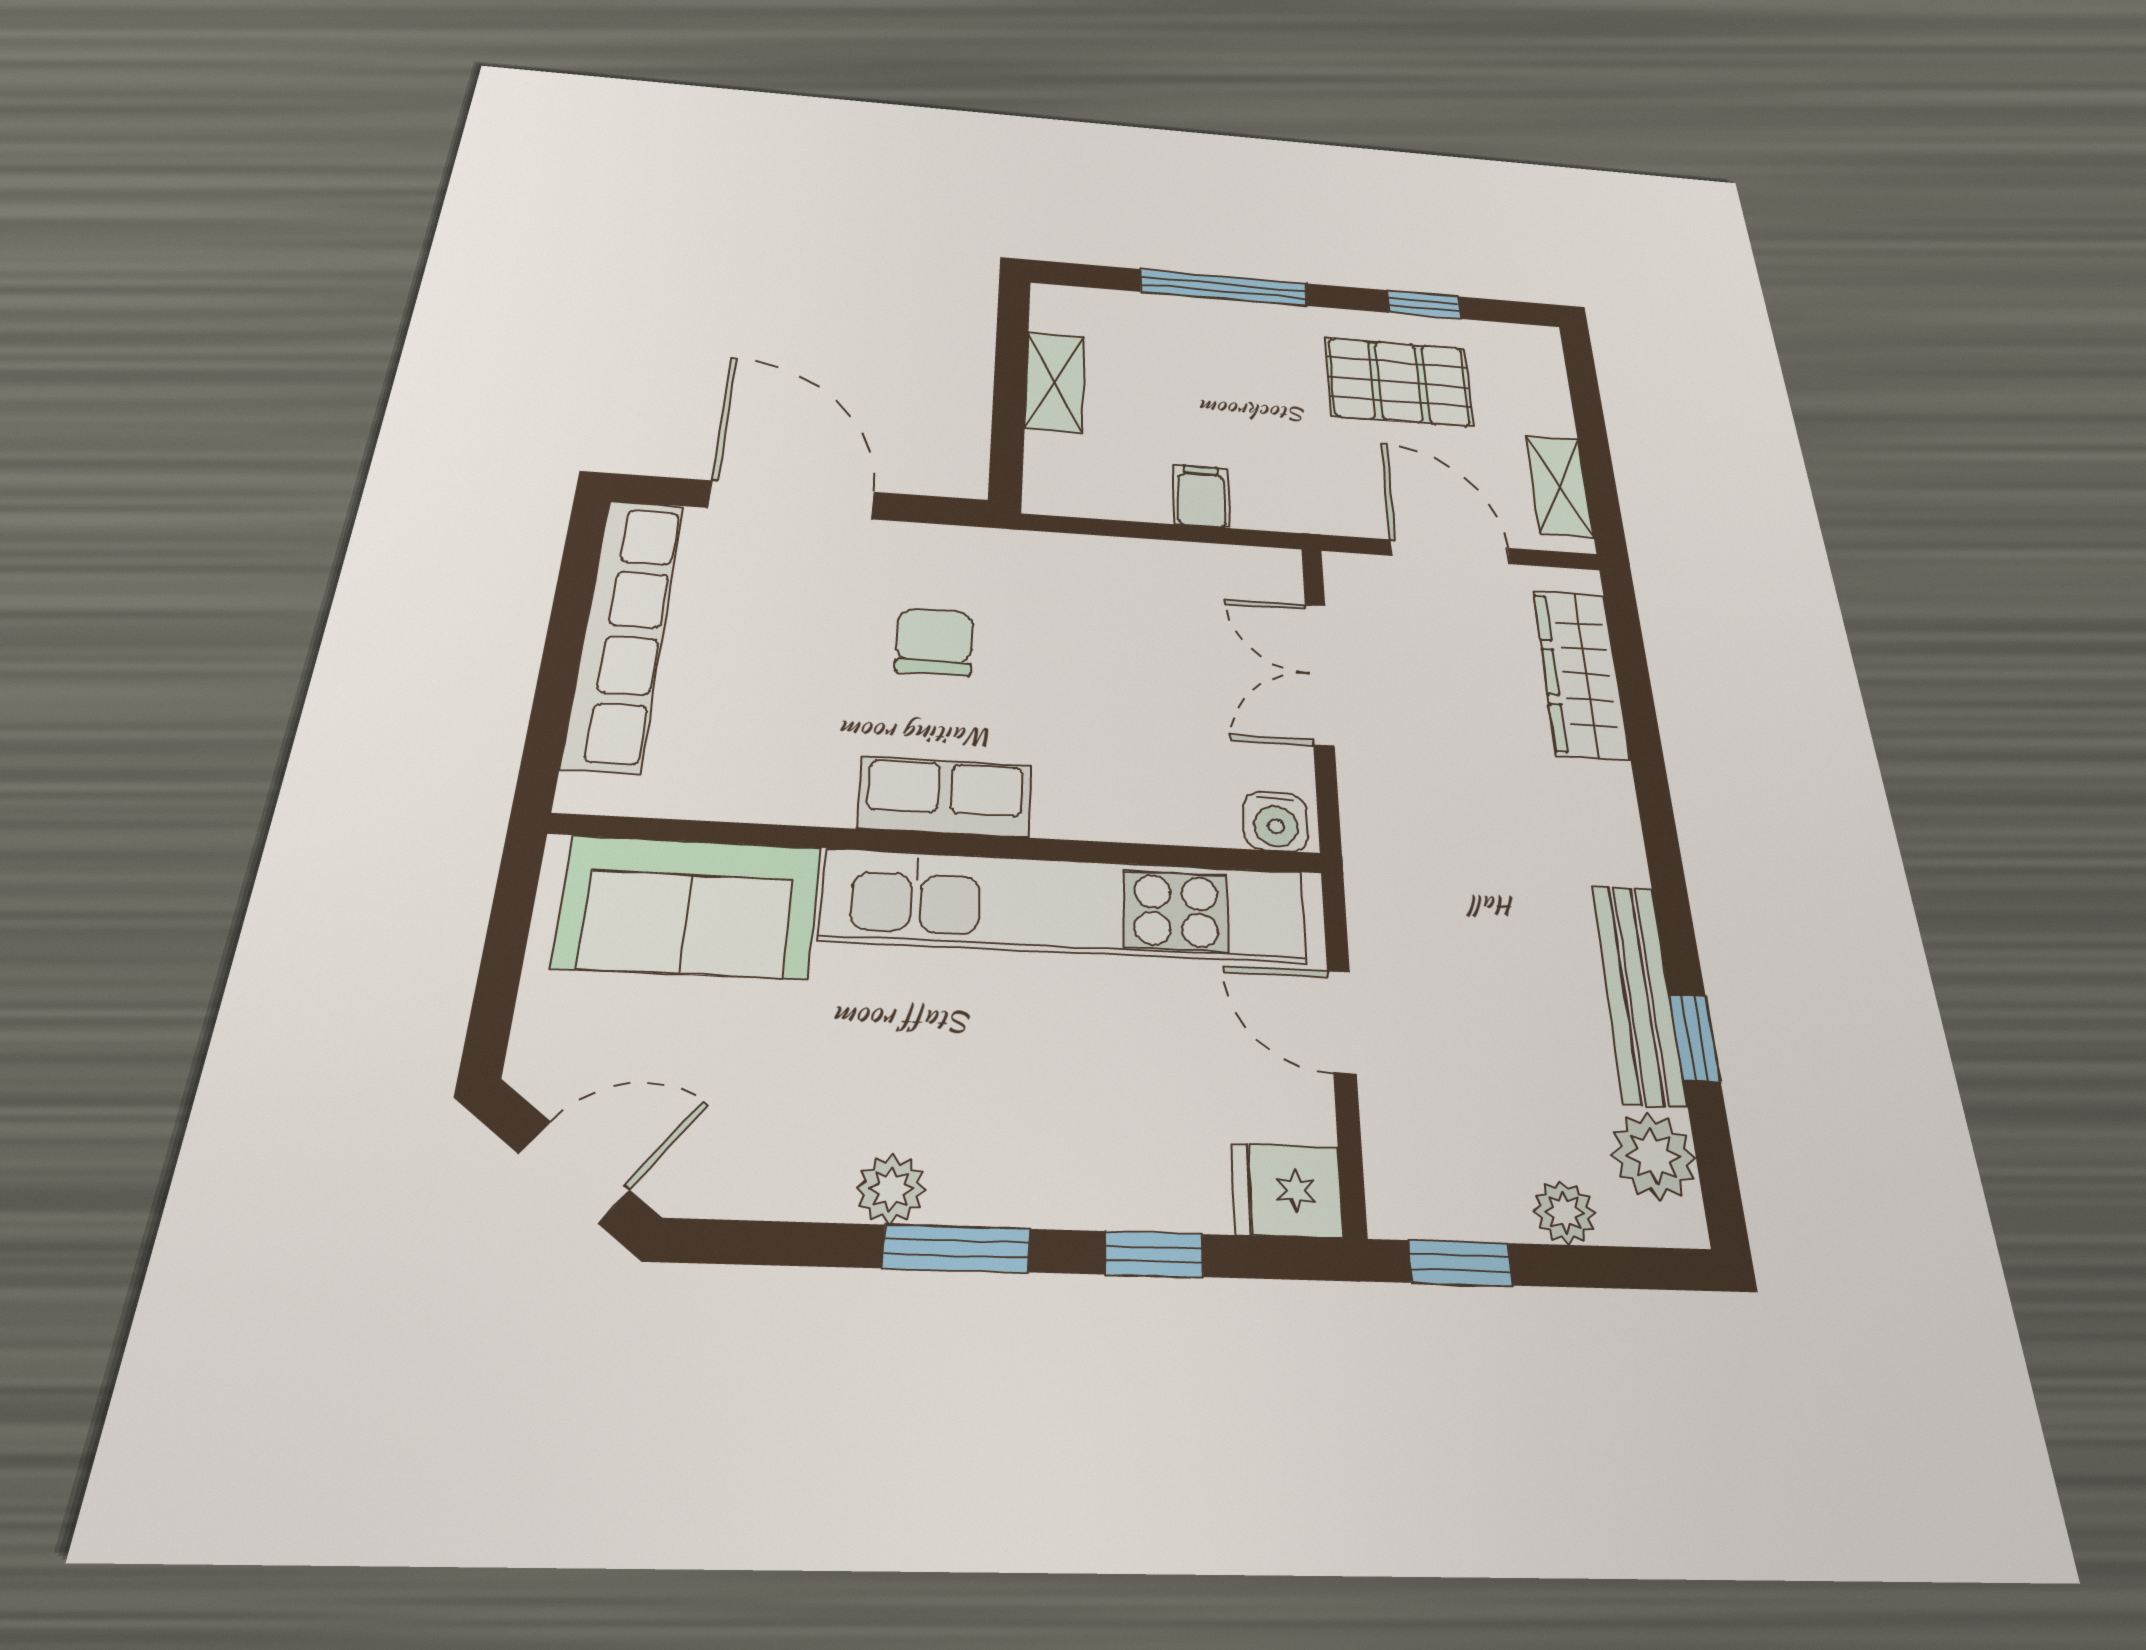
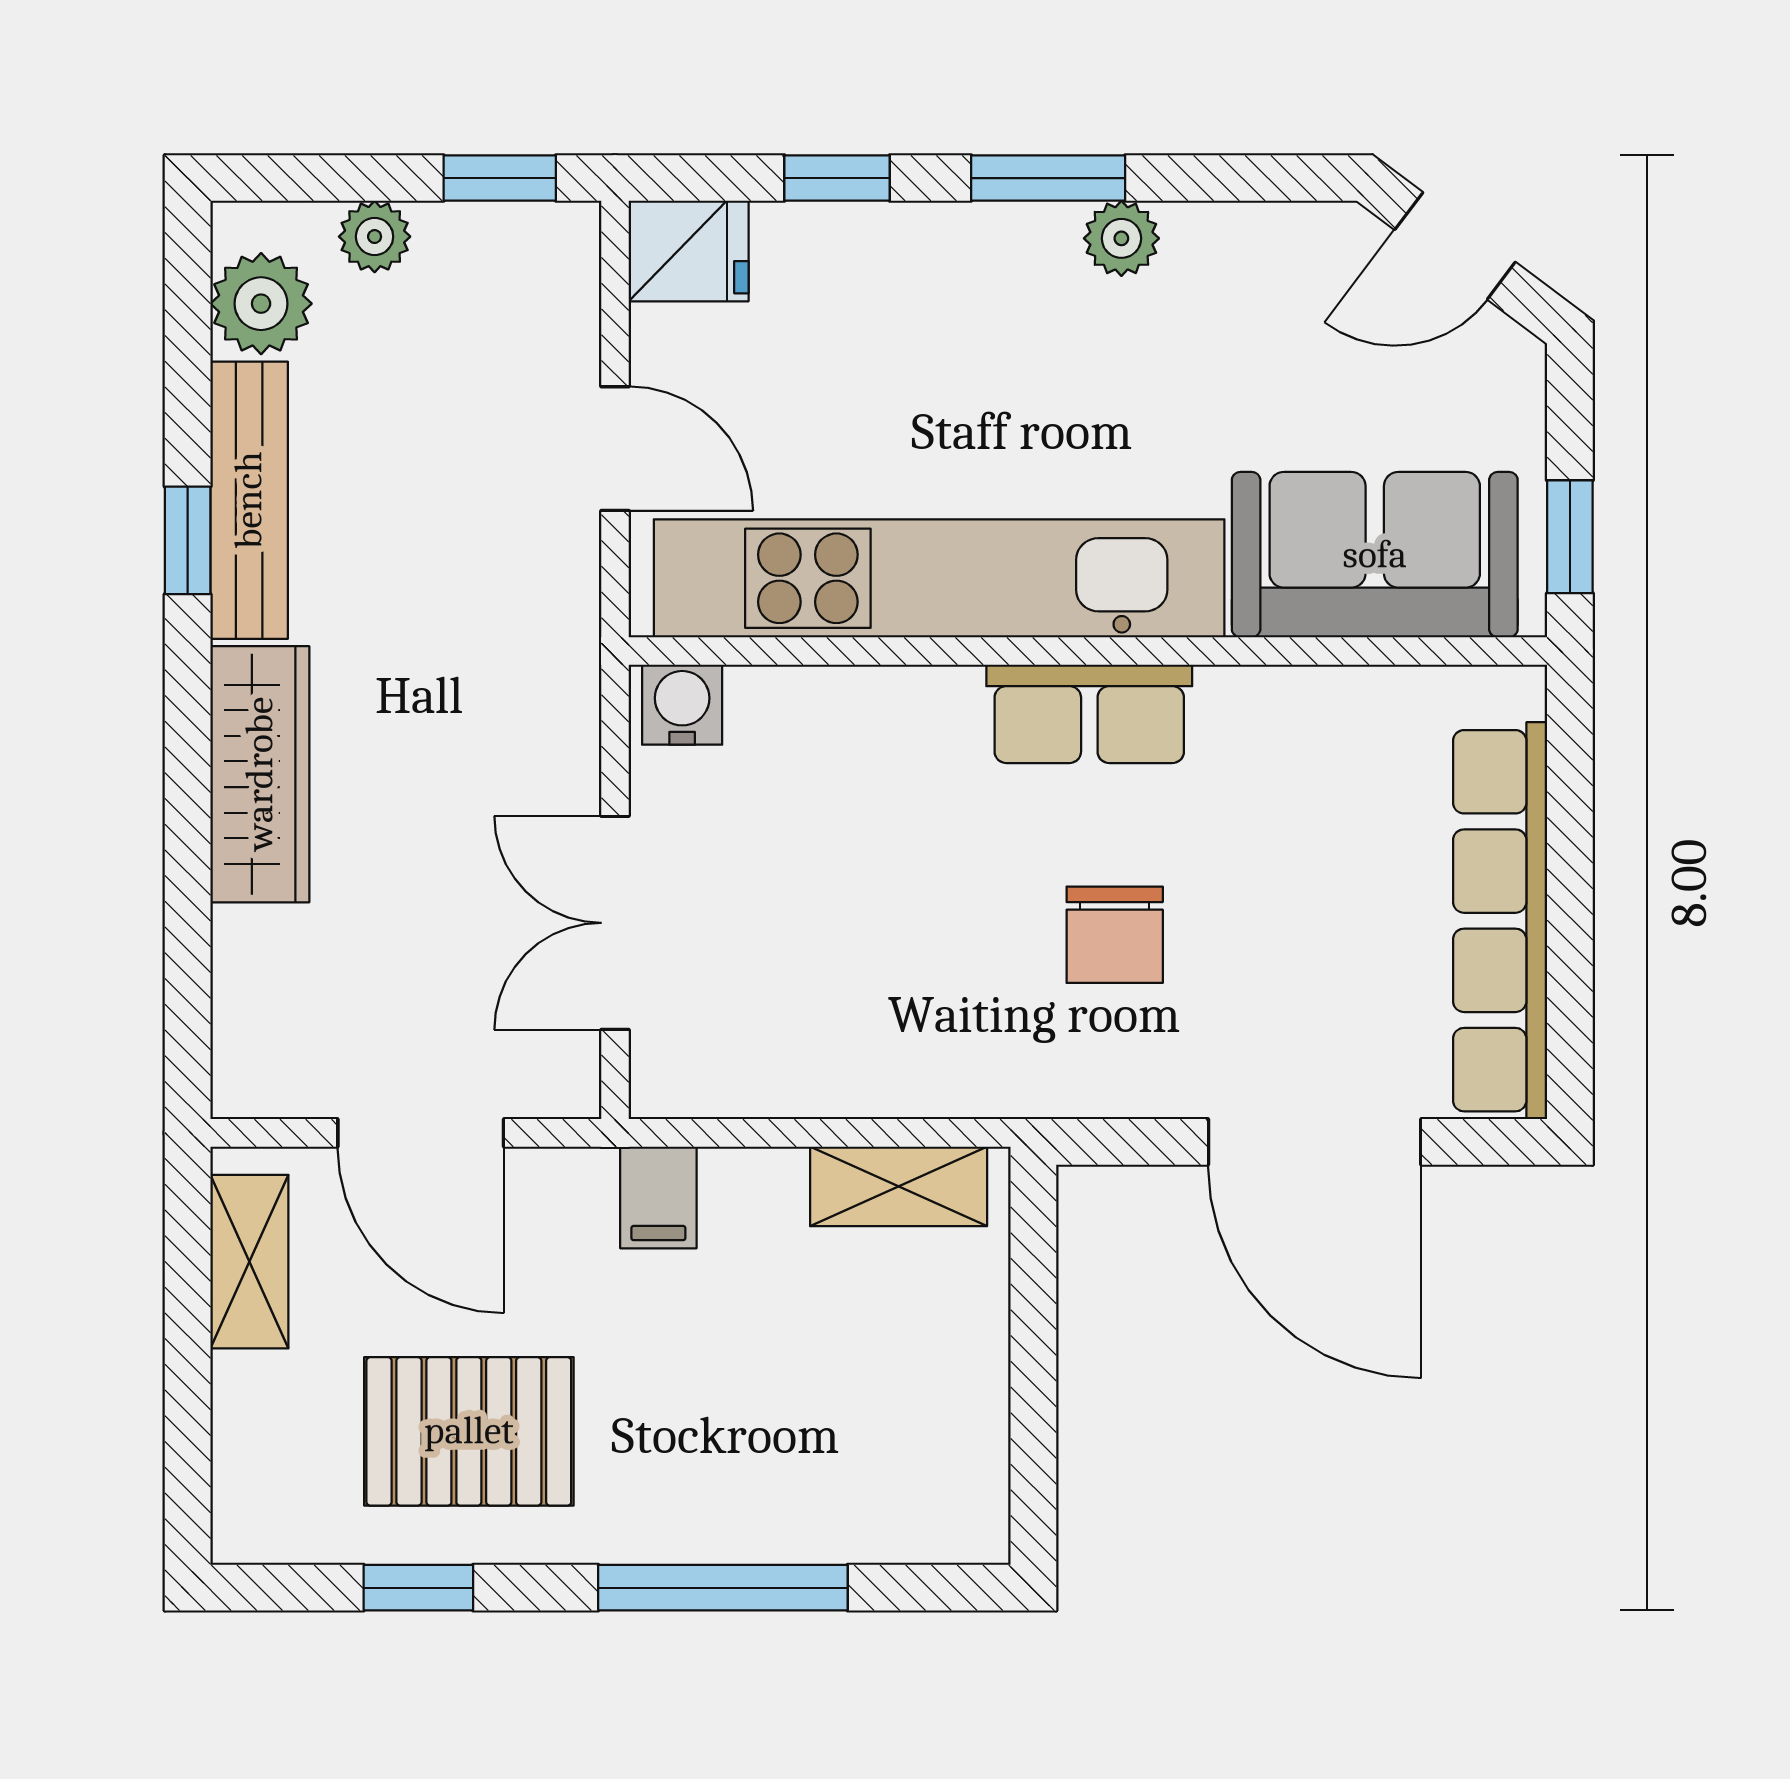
shelving: (1055, 382) -> (899, 1186), moved, turned 90
filing cabinet: (1201, 496) -> (658, 1197), moved
double door: (1319, 674) -> (615, 923), swing flipped
wardrobe: (1581, 674) -> (260, 774), moved
window: (512, 913) -> (1570, 537), added
window: (1695, 1037) -> (188, 540), moved

